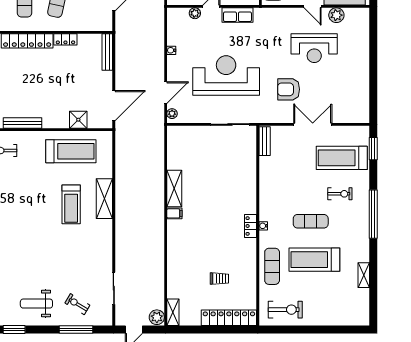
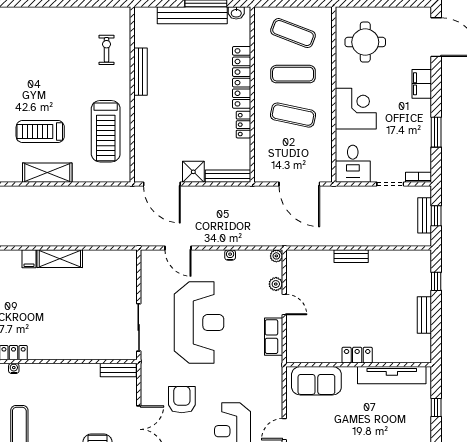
plant: (172, 114) -> (276, 256), moved
shower: (78, 120) -> (193, 172), moved

